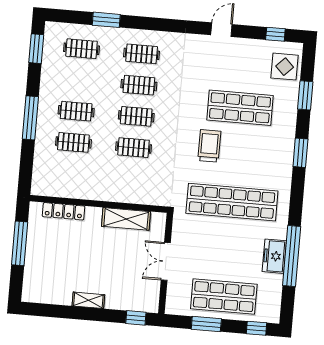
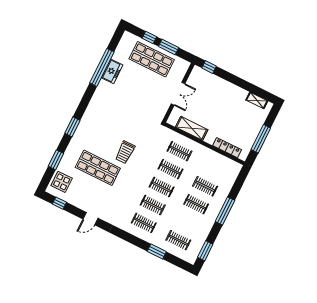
clothes rail: (131, 179) -> (179, 151), added
shop shelf: (232, 202) -> (125, 114), removed
shelving: (88, 300) -> (257, 100), moved
window: (257, 328) -> (149, 37), moved

